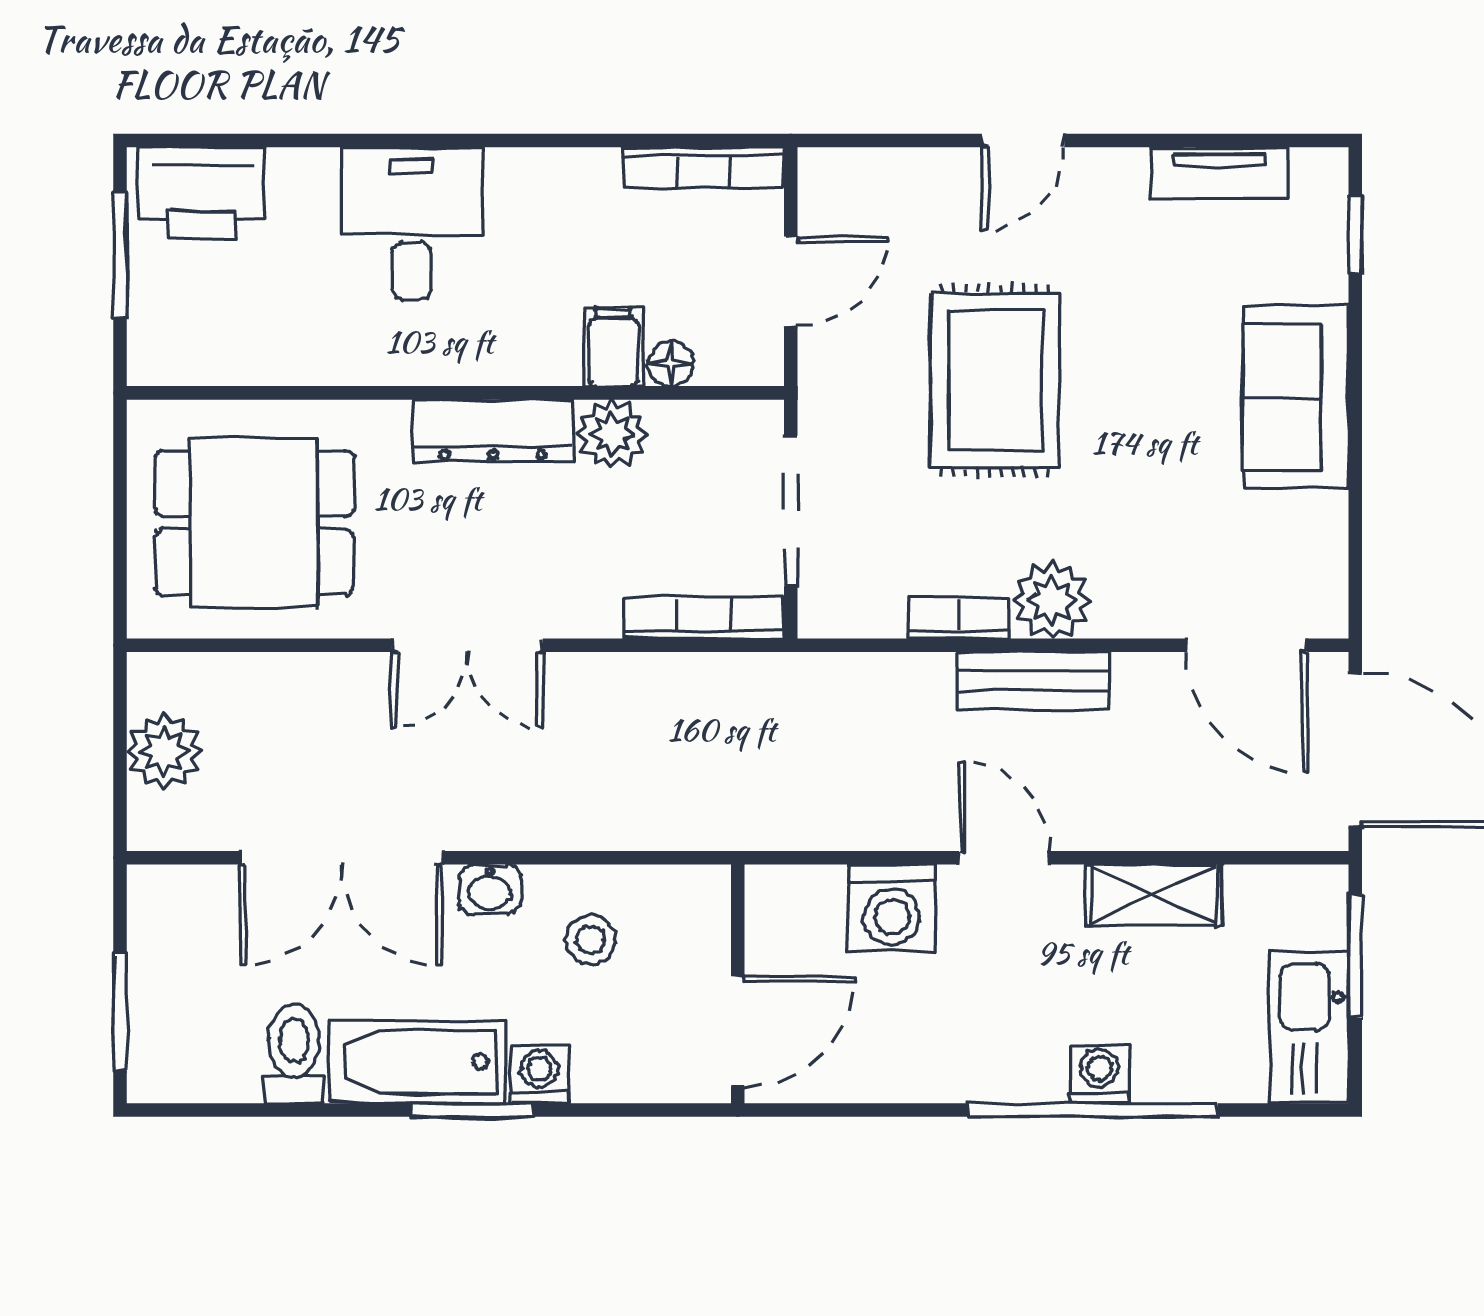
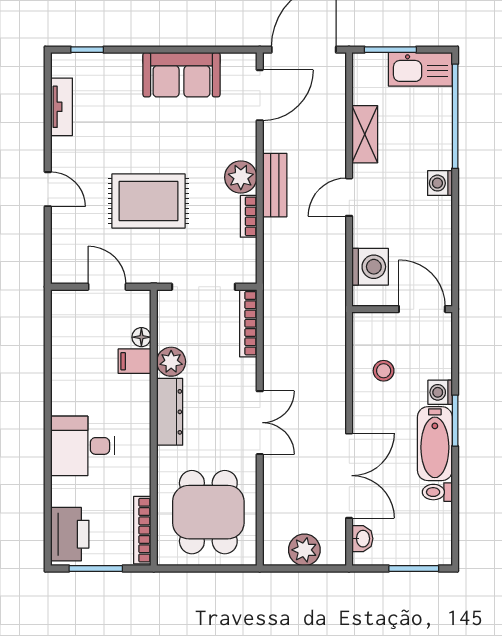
bookcase: (704, 168) -> (142, 530), moved, turned 180
sofa: (1296, 397) -> (181, 75), moved
washbasin: (490, 889) -> (362, 539), moved
washing machine: (892, 908) -> (370, 267), moved
toilet: (294, 1054) -> (437, 492), width x0.73, depth x0.72
washing machine: (1099, 1074) -> (440, 183), moved
window: (1093, 1110) -> (455, 116), moved

